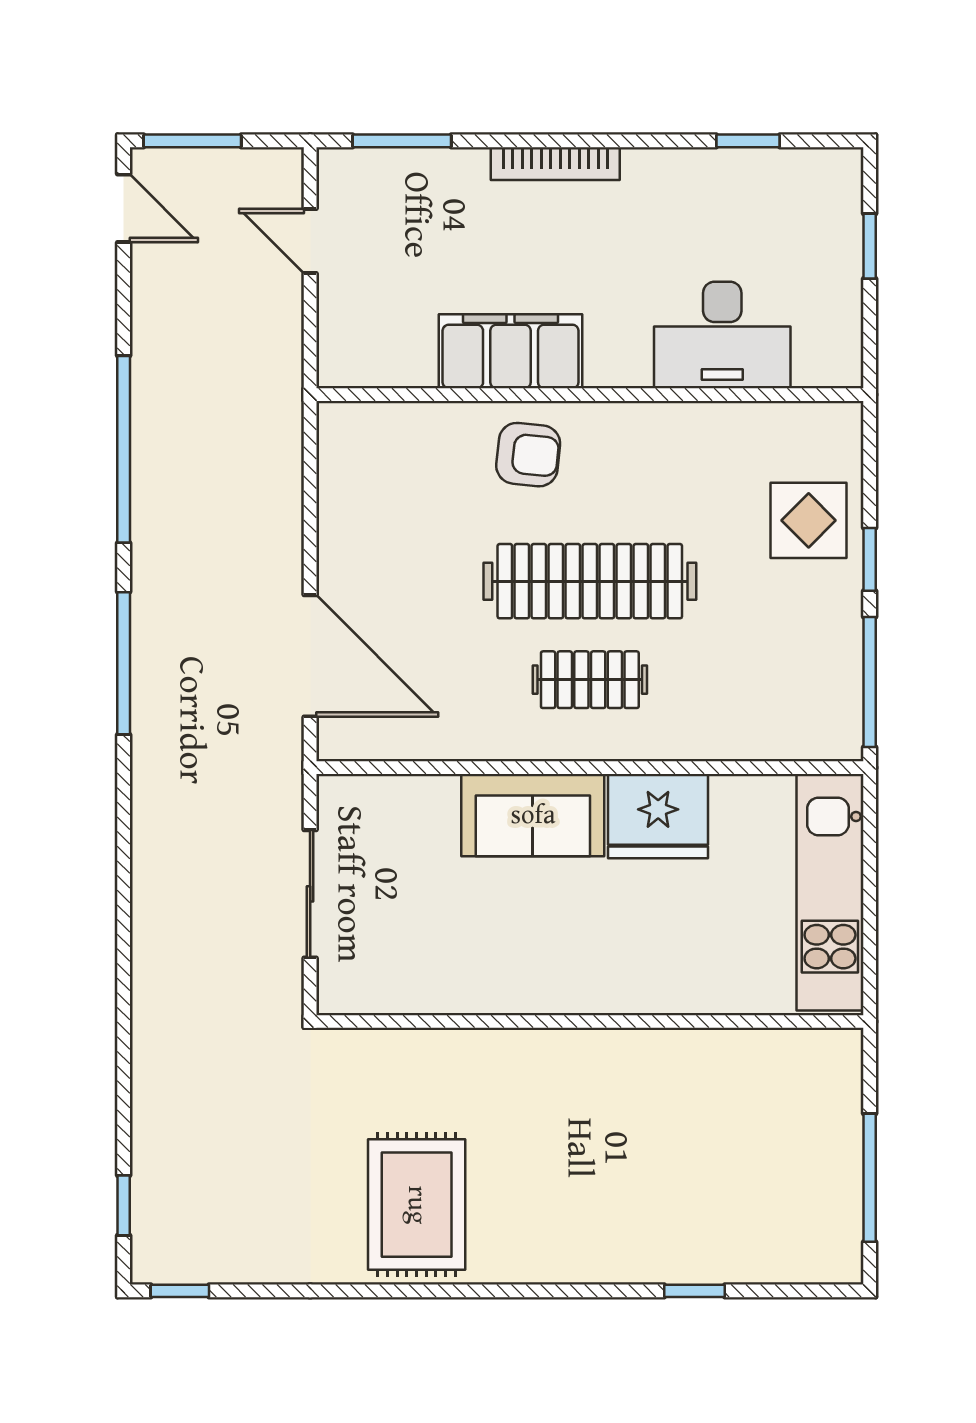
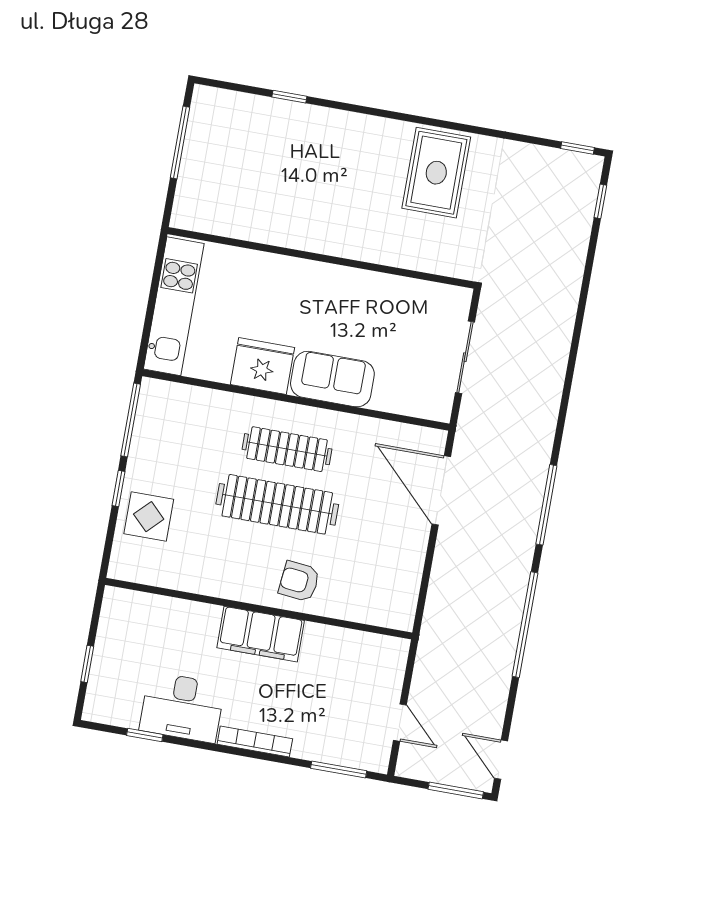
desk: (722, 335) -> (182, 707), moved, turned 180
filing cabinet: (511, 351) -> (261, 634), moved
clothes rail: (590, 680) -> (287, 449), width x1.36

